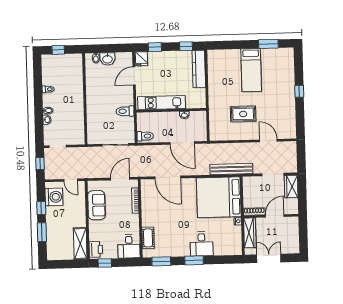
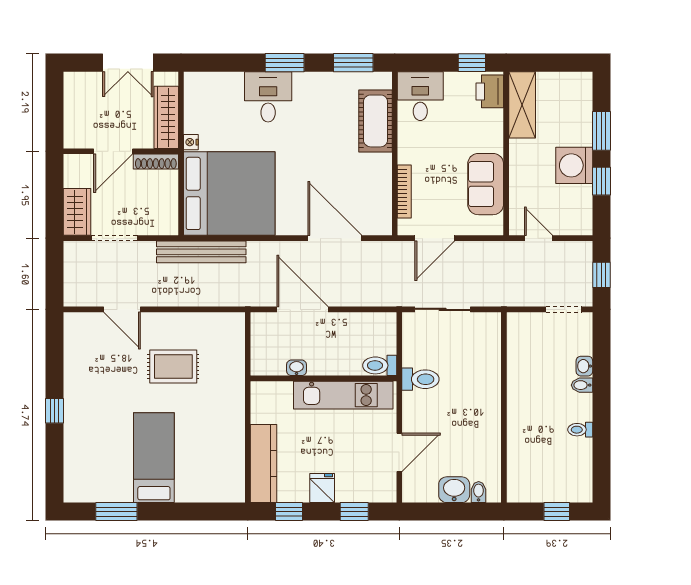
fridge: (142, 59) -> (322, 488), moved
toilet: (145, 136) -> (380, 365), moved
washing machine: (54, 197) -> (574, 165), moved
cot: (148, 238) -> (376, 121), width x1.37, depth x1.34

